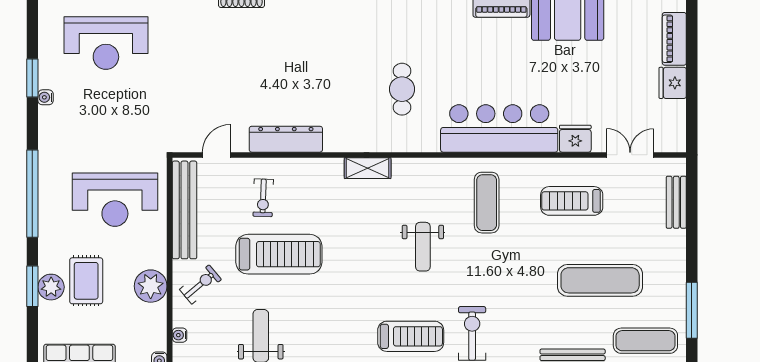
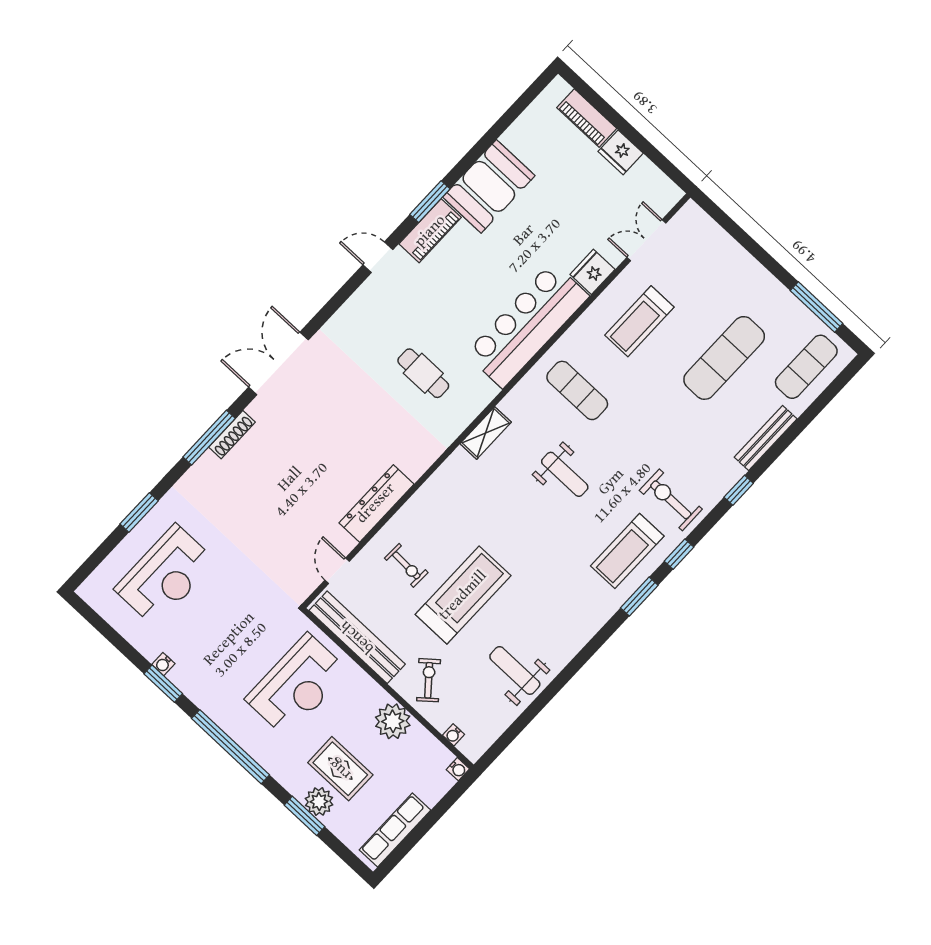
window: (32, 78) -> (163, 684), moved
shelving: (368, 168) -> (486, 433), moved
bench: (676, 202) -> (719, 239), removed
treadmill: (411, 336) -> (627, 551), turned 180

